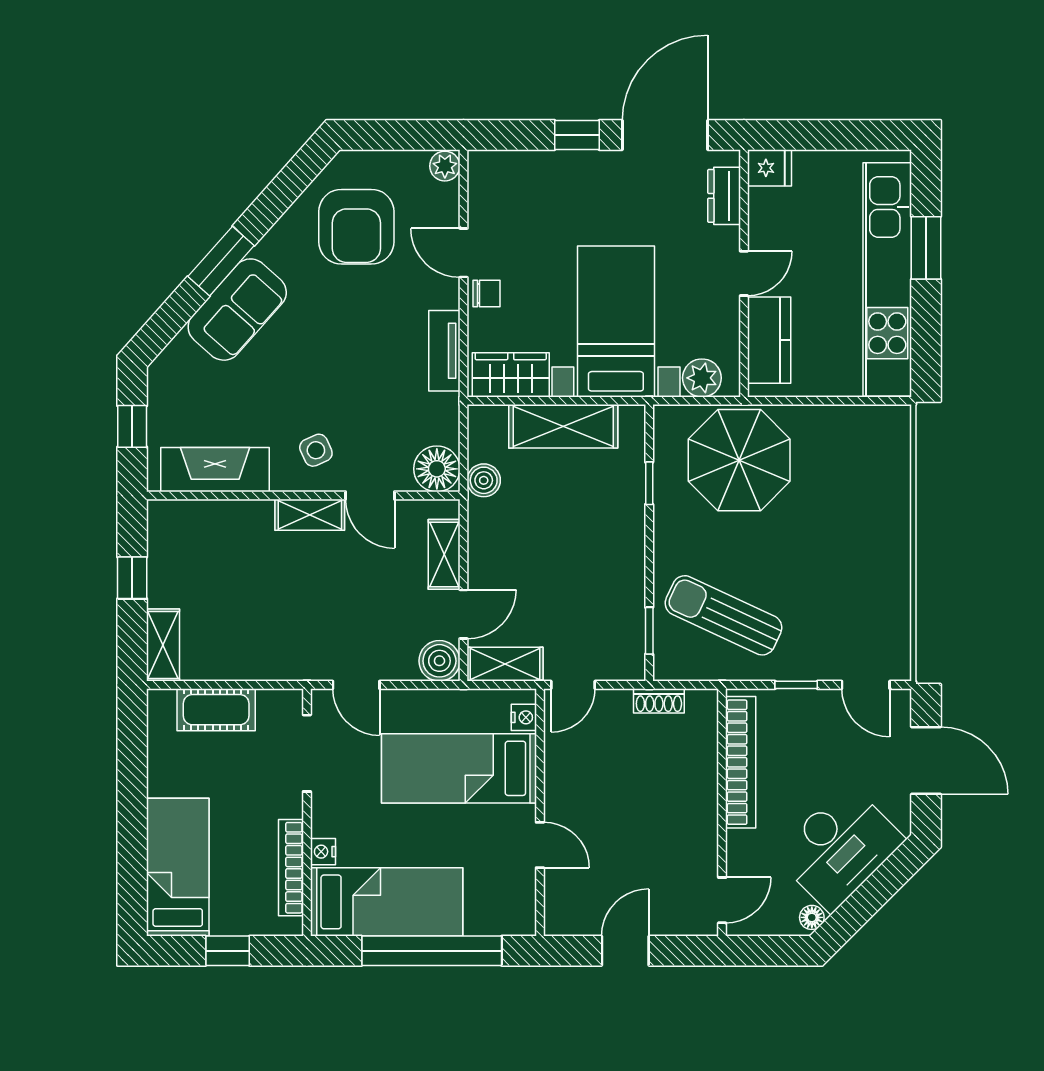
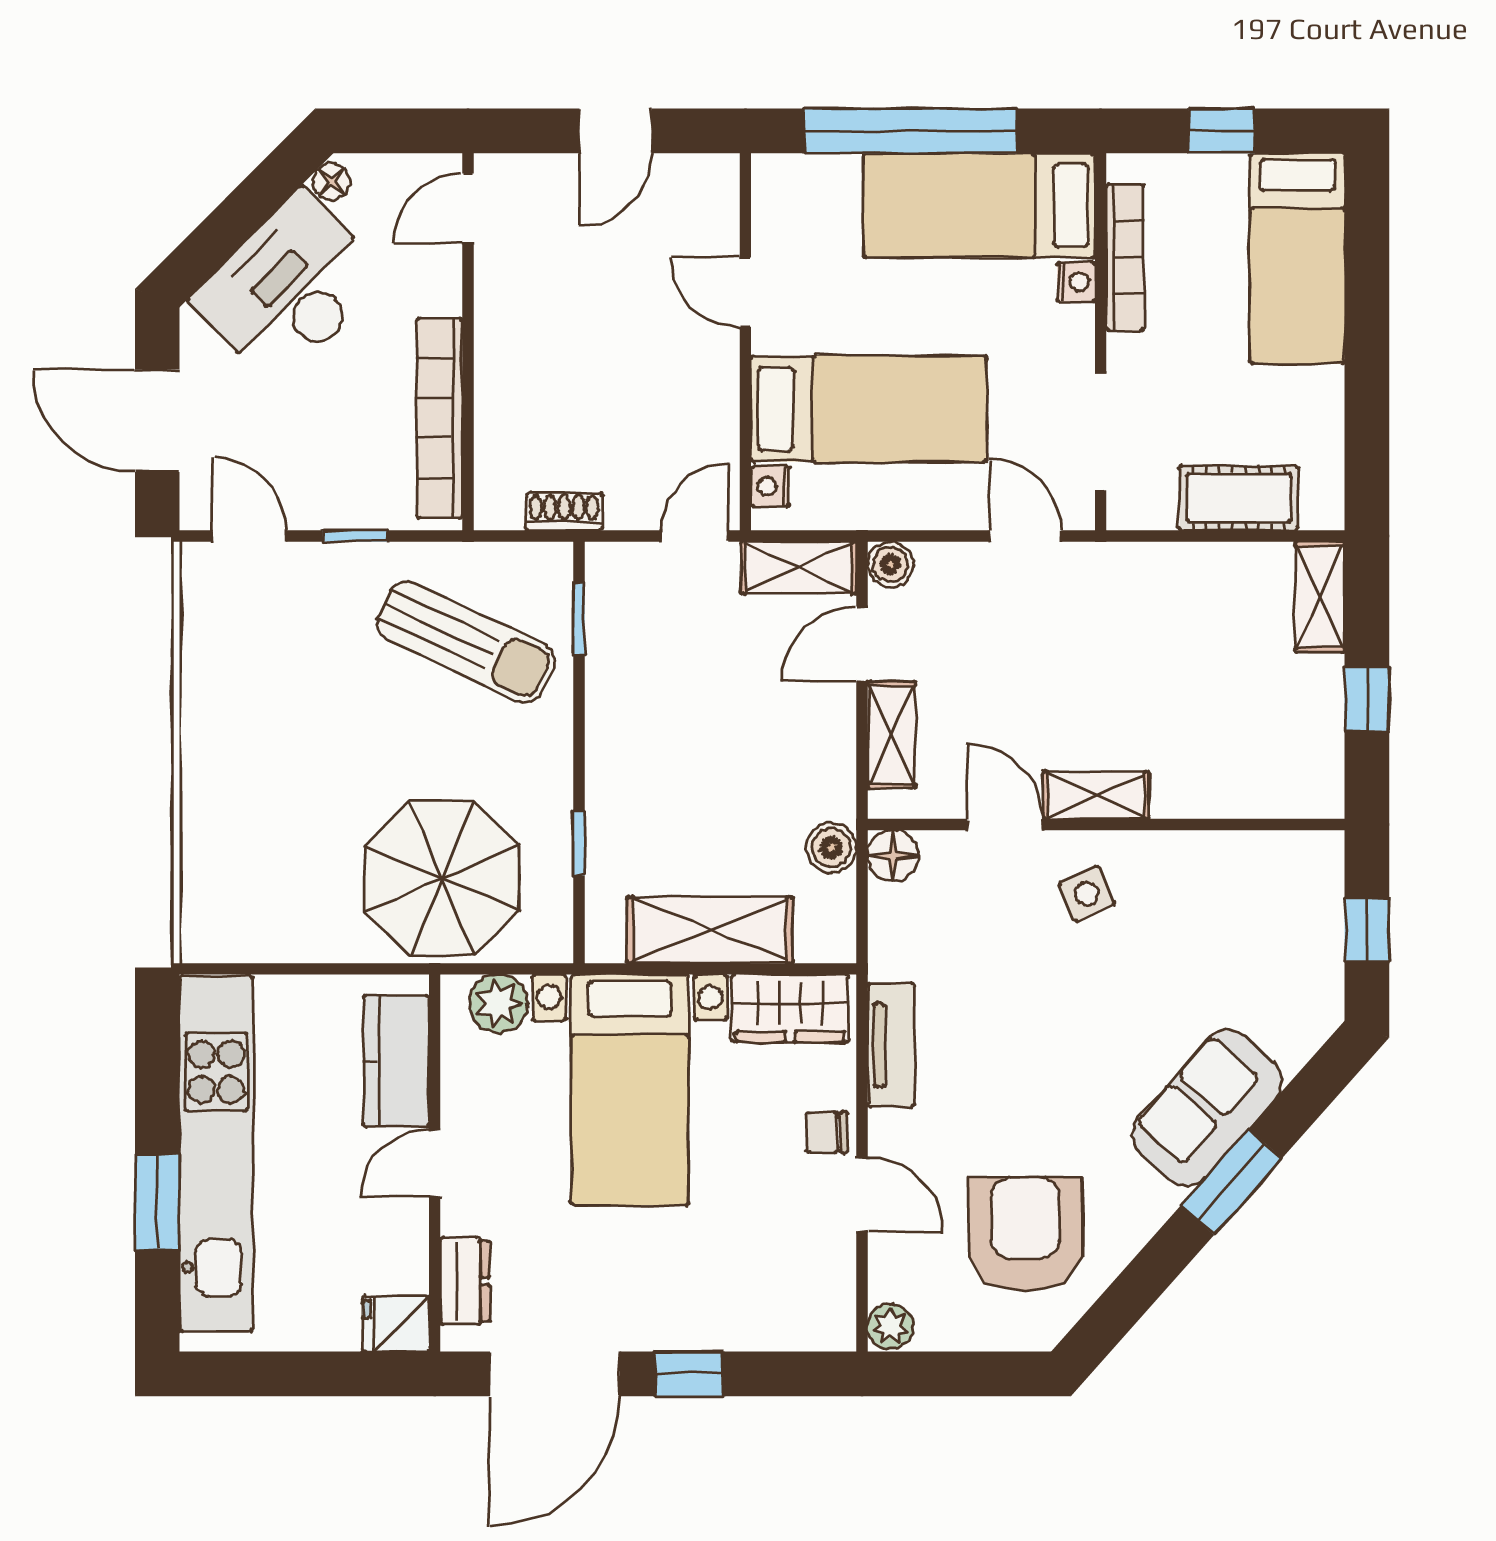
floor lamp: (437, 469) -> (893, 856), width x0.73, depth x0.73
fireplace: (215, 470) -> (1241, 864), removed
boiler: (439, 661) -> (890, 564), width x0.73, depth x0.73

